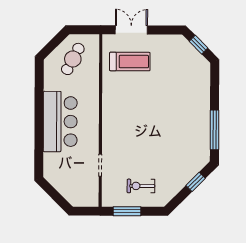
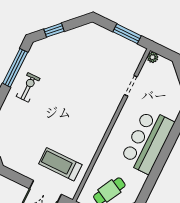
exercise bike: (141, 186) -> (28, 87), moved, turned -90
plant: (93, 201) -> (153, 57), added

